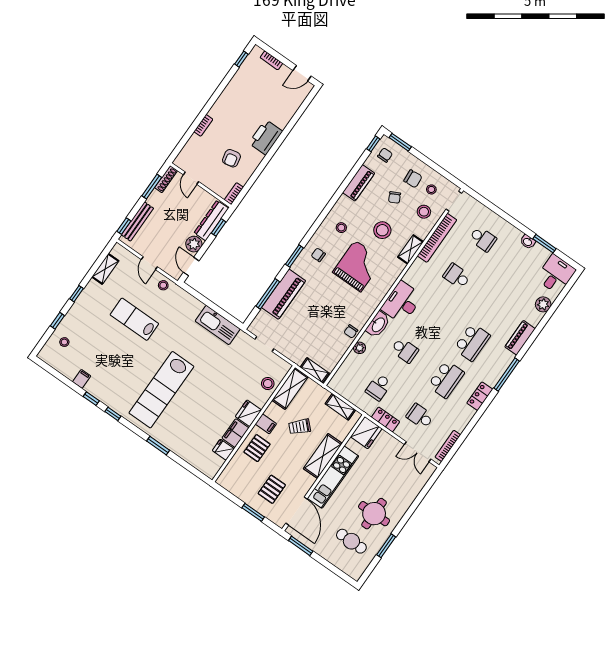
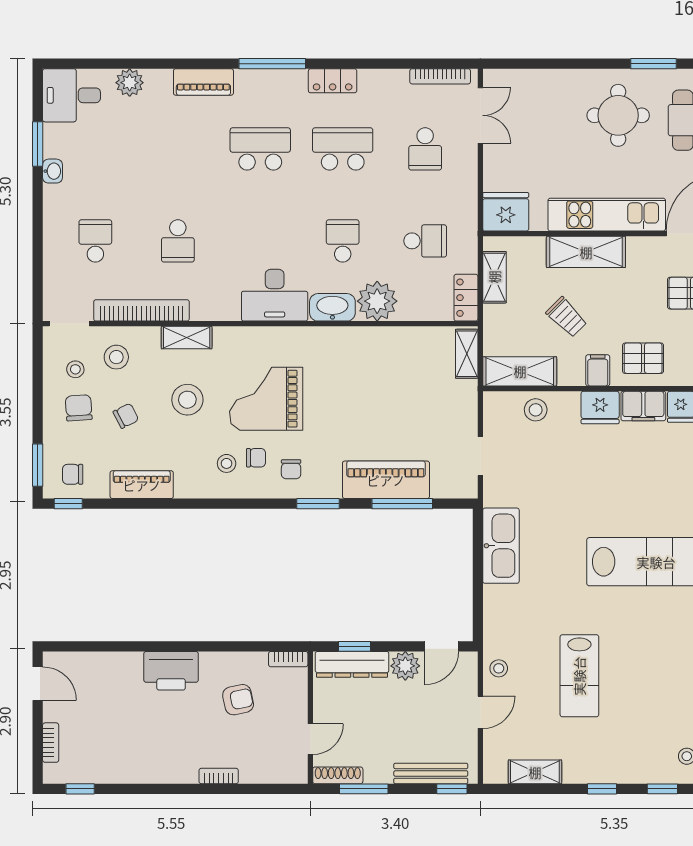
chair: (351, 331) -> (256, 458), moved
plant: (360, 348) -> (377, 301), width x1.88, depth x1.88
locker: (385, 419) -> (466, 298), moved

